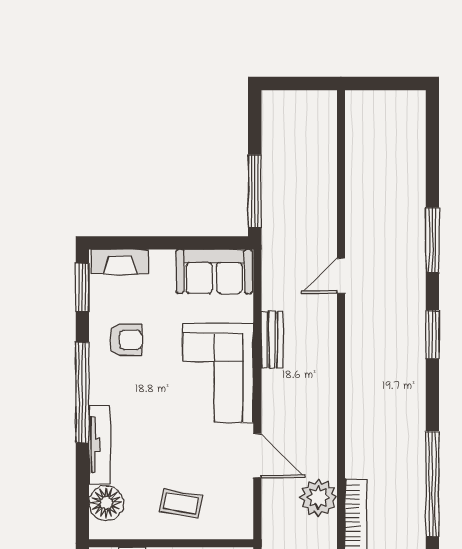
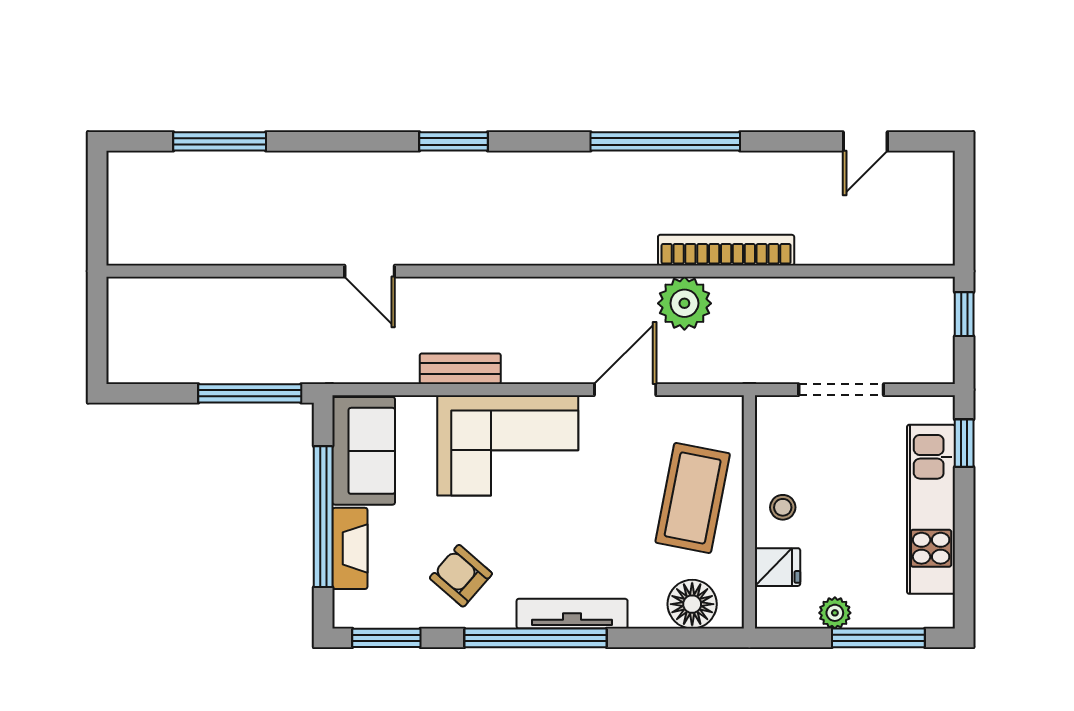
window: (432, 240) -> (220, 141), moved
window: (168, 243) -> (323, 517), added
fireplace: (120, 262) -> (350, 548), moved
armchair: (126, 340) -> (461, 576), turned -49
tv unit: (99, 445) -> (572, 614), moved
coffee table: (181, 503) -> (693, 498), width x1.86, depth x1.72

